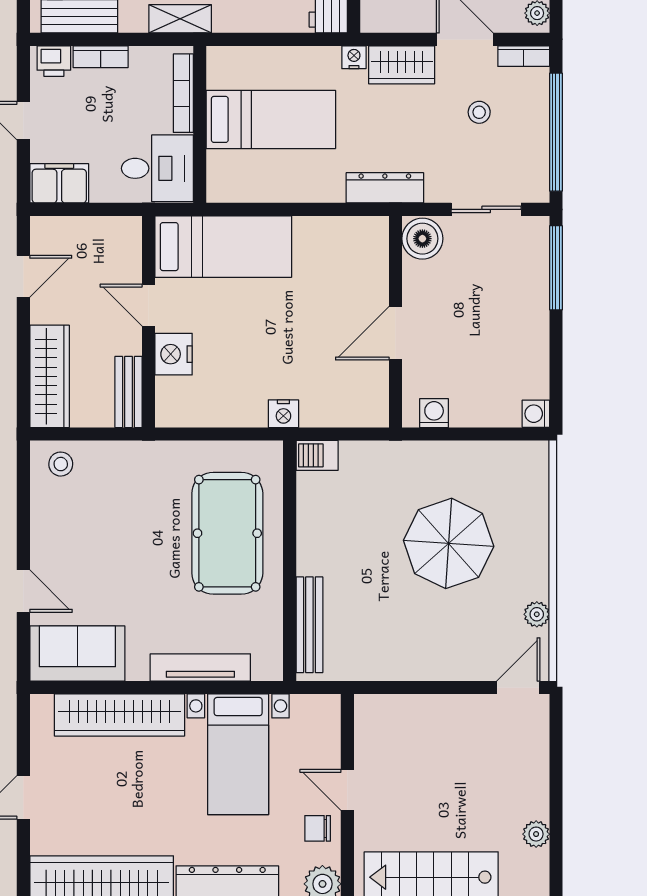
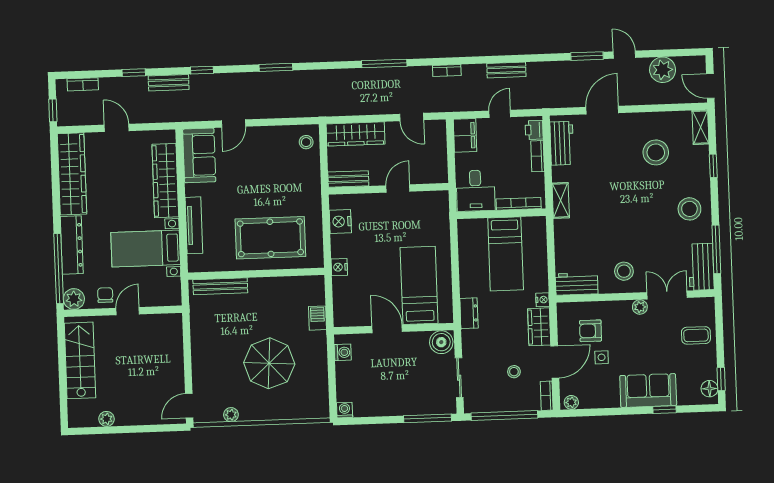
dresser: (385, 188) -> (469, 313), width x0.70
bed: (223, 247) -> (419, 285), moved, turned 180
nightstand: (174, 354) -> (340, 221), moved, turned -90
barbecue: (317, 455) -> (317, 318), moved
door: (518, 687) -> (189, 406), swing flipped

